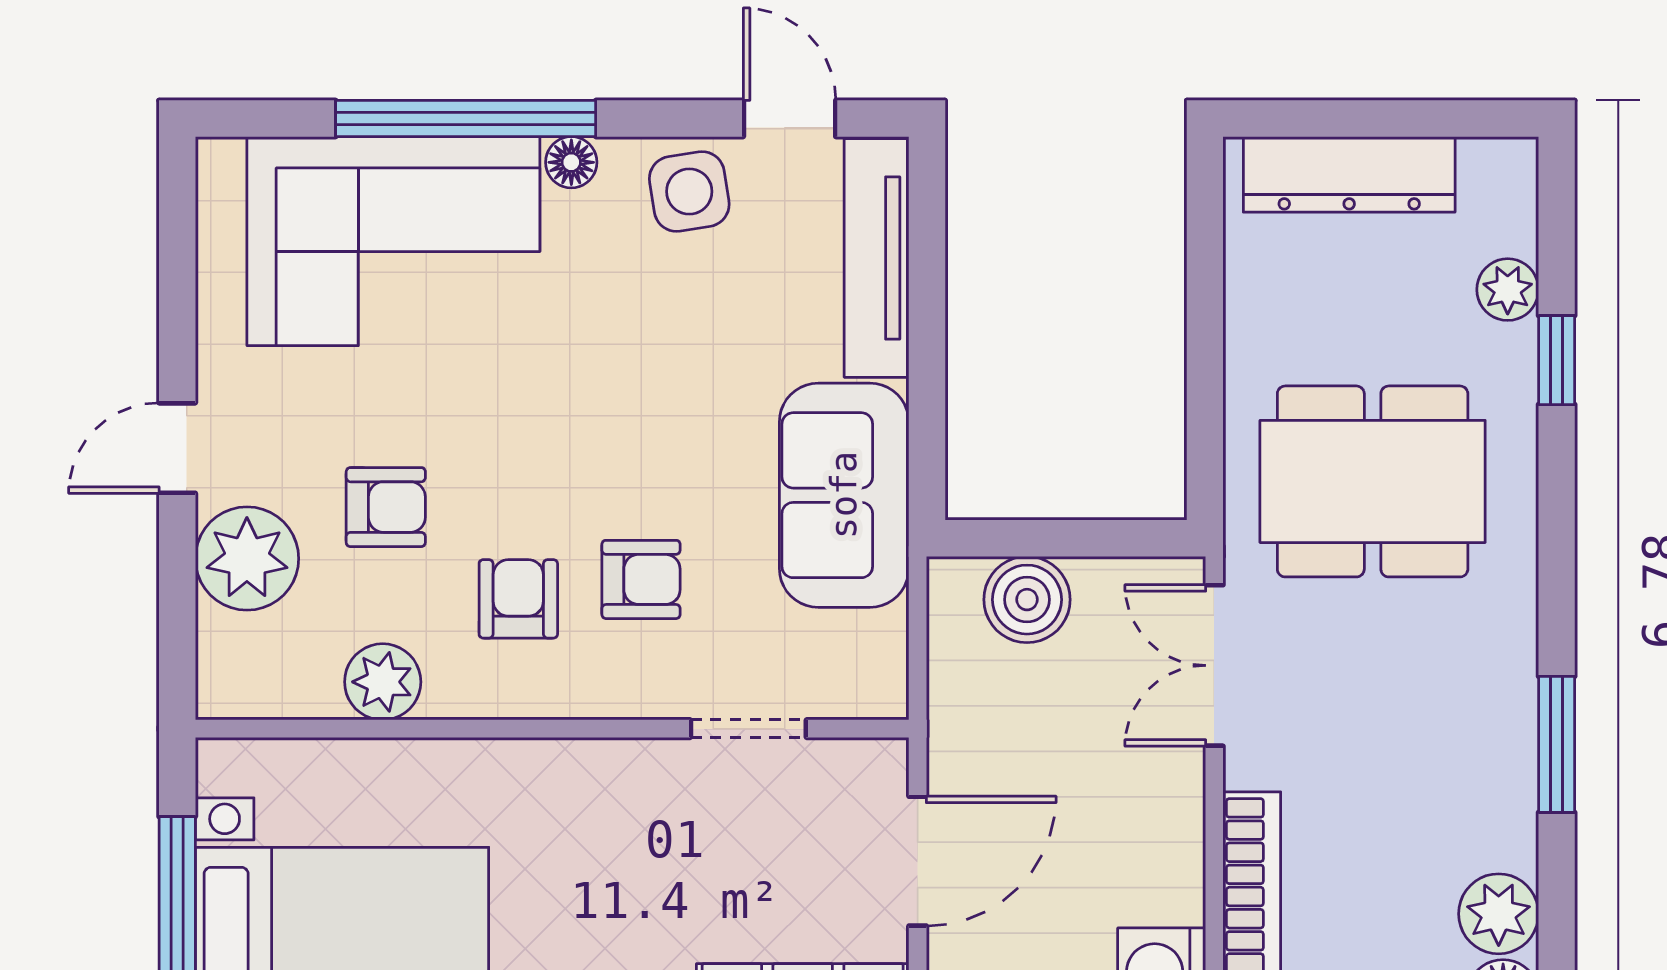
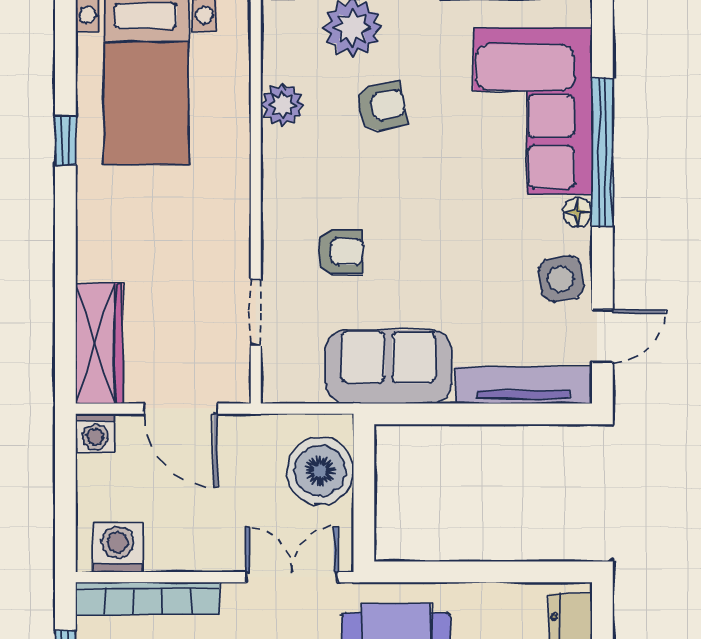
armchair: (386, 507) -> (382, 107), turned -102
armchair: (641, 579) -> (341, 251), turned -90
armchair: (518, 599) -> (329, 182), removed
boiler: (1027, 600) -> (320, 471), width x1.37, depth x1.37

